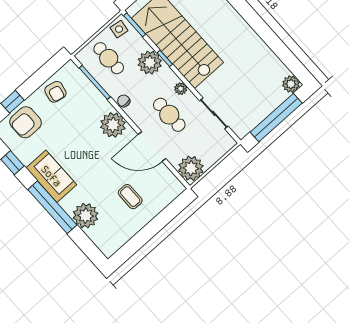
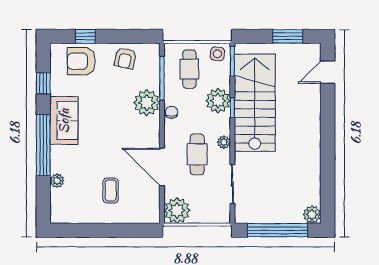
plant: (113, 125) -> (147, 103), moved
plant: (86, 216) -> (57, 181), width x0.53, depth x0.53

